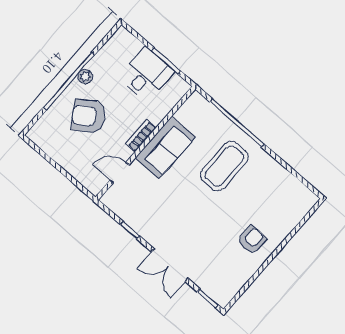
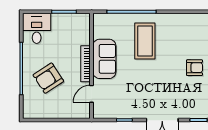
desk: (146, 74) -> (37, 28), moved
plant: (85, 77) -> (28, 58), removed
bookcase: (141, 136) -> (86, 64), width x1.56
armchair: (252, 240) -> (195, 68), turned 90

